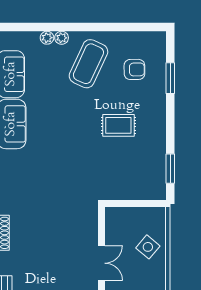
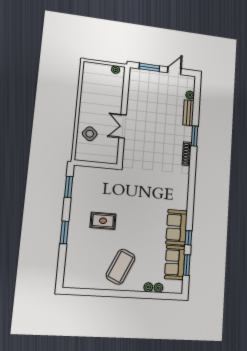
plant: (62, 38) -> (158, 288), moved
armchair: (134, 69) -> (88, 260), removed
window: (170, 78) -> (64, 232), moved

